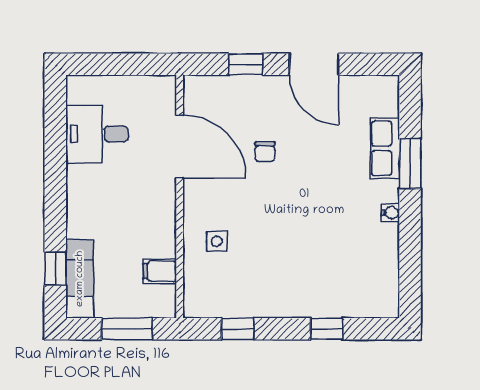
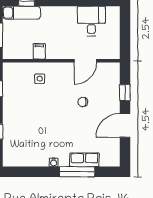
door: (180, 147) -> (85, 61), width x0.73
window: (410, 164) -> (77, 172), width x1.44
filing cabinet: (160, 271) -> (39, 51), moved

